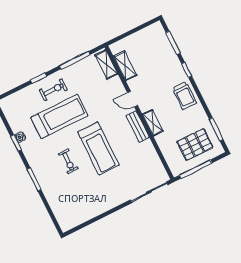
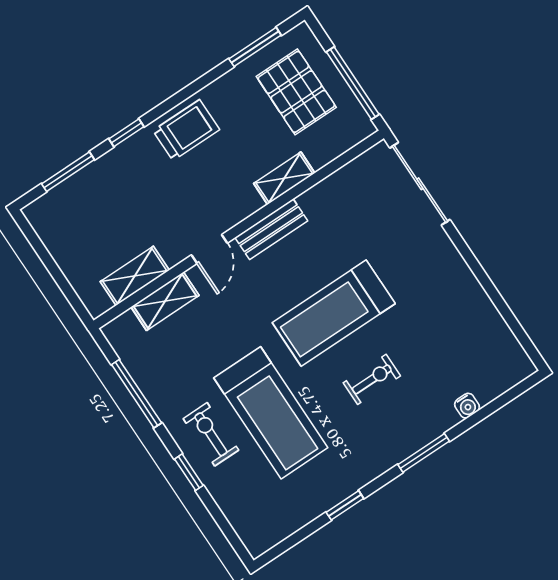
shelving: (106, 64) -> (165, 301), moved
treadmill: (59, 116) -> (271, 413), turned 180
shelving: (153, 123) -> (284, 178), moved
water cooler: (20, 137) -> (467, 406), moved
treadmill: (98, 149) -> (334, 313), turned 180

